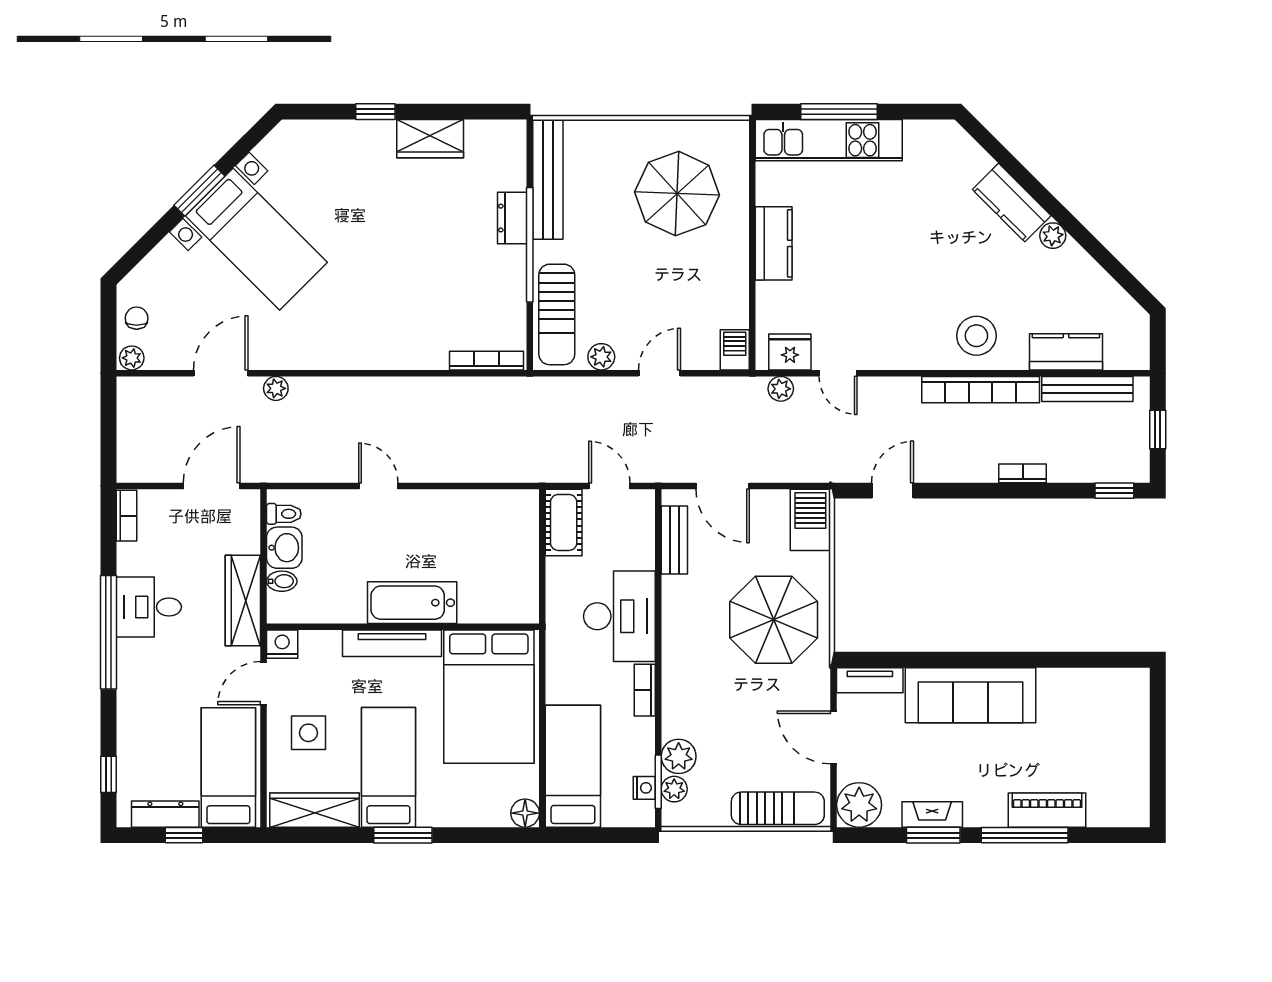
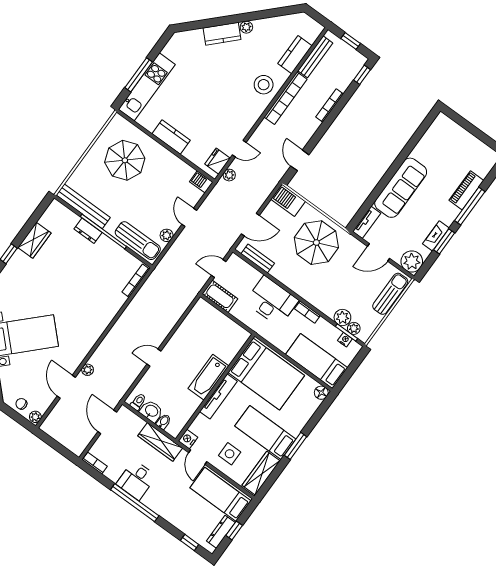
bookcase: (1023, 473) -> (330, 105), width x1.56

